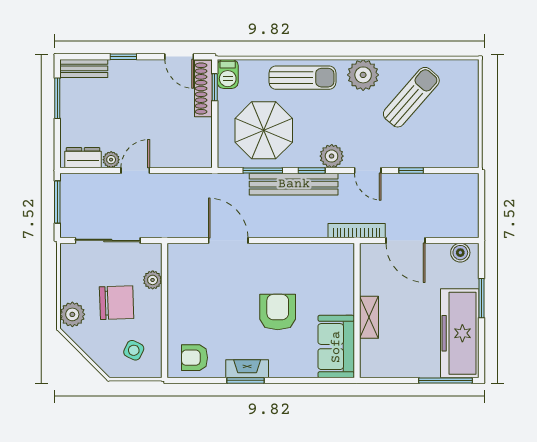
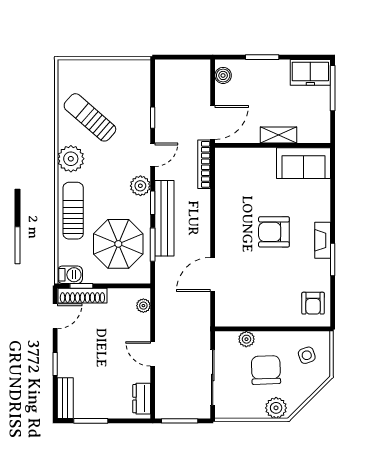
plant: (111, 160) -> (143, 306), moved
wall: (357, 310) -> (273, 145), moved
shelving: (369, 317) -> (278, 135), moved
freezer: (460, 333) -> (310, 72), width x0.52, depth x0.79
sofa: (336, 347) -> (304, 163), moved
side table: (134, 350) -> (307, 355), turned 45
fireplace: (247, 369) -> (323, 240), moved

